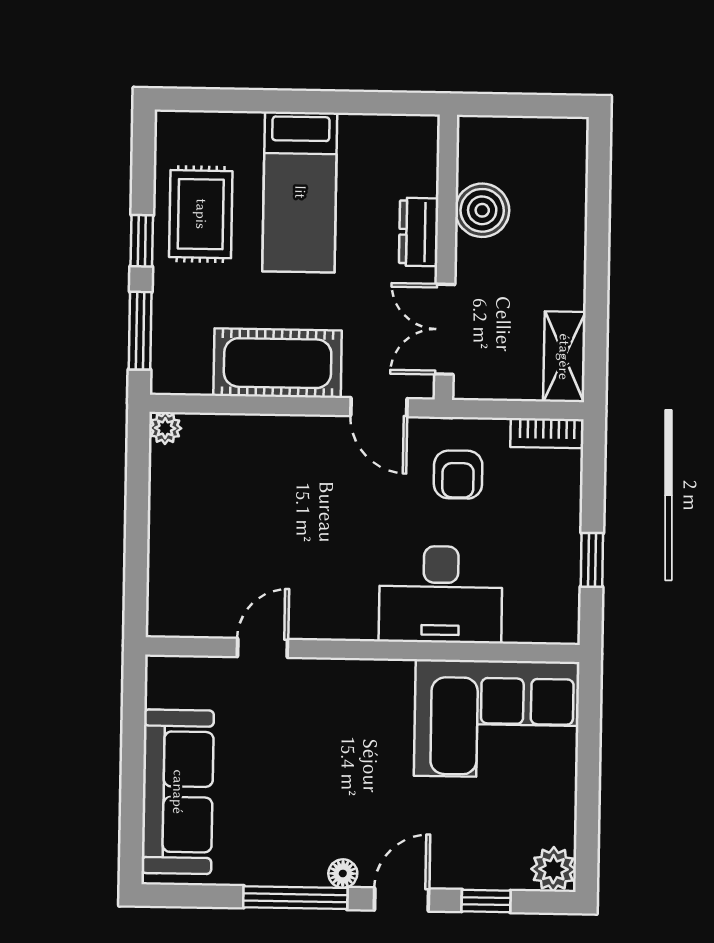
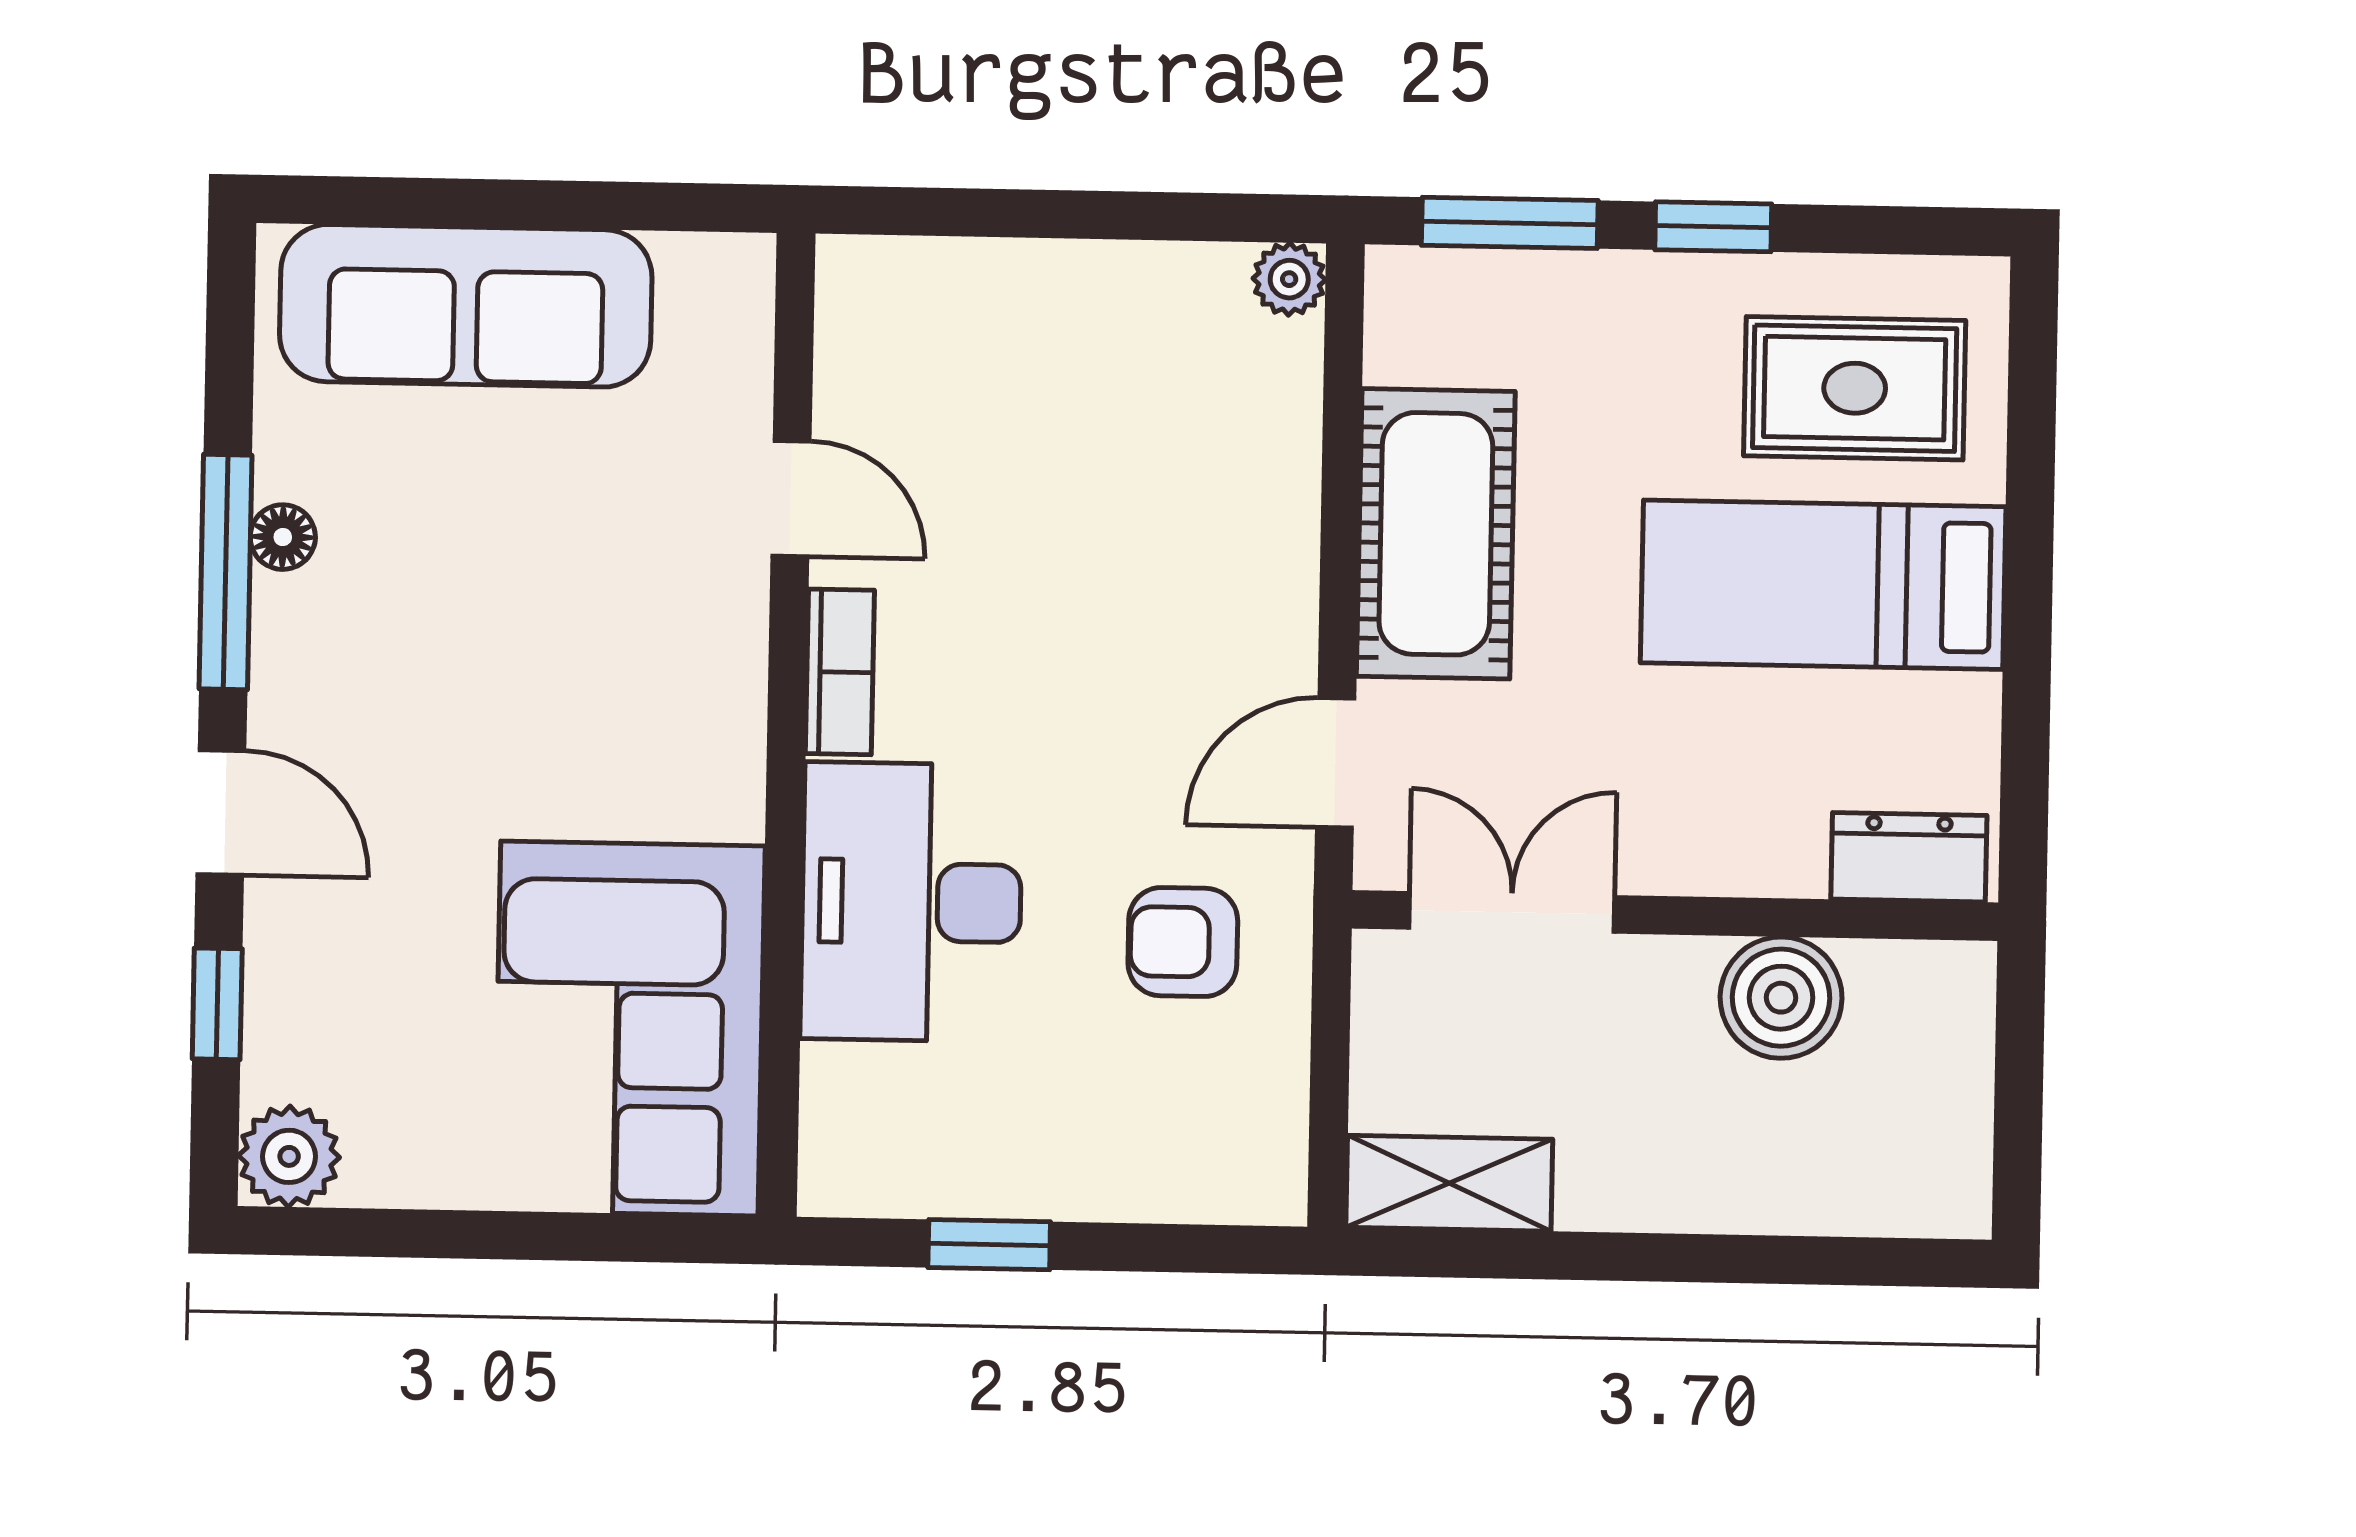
rug: (201, 214) -> (1855, 388), moved
dresser: (419, 232) -> (1909, 857), moved
bookcase: (547, 433) -> (840, 672), moved, turned 180
floor lamp: (343, 874) -> (283, 537), moved

